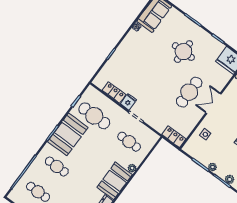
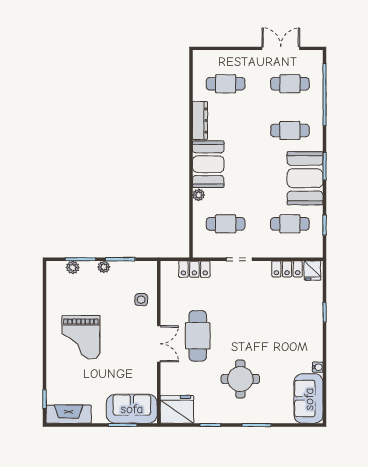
fridge: (128, 102) -> (312, 271), moved
cafe table: (94, 116) -> (290, 224), width x0.73, depth x0.74
locker: (174, 137) -> (194, 269), moved

